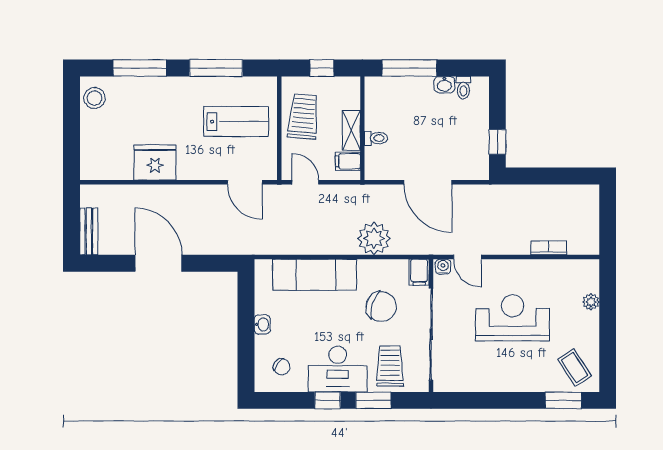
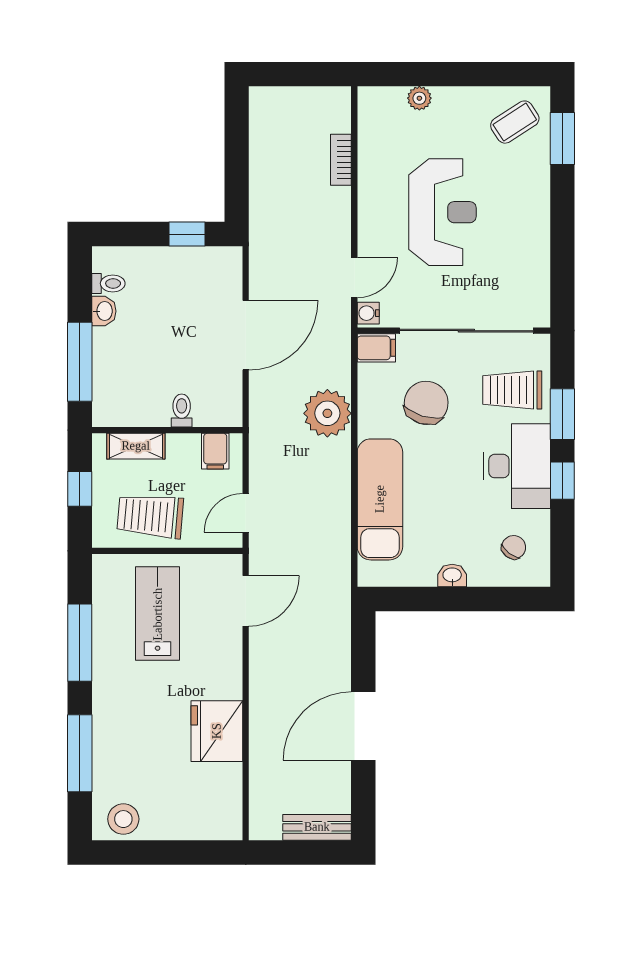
shelving: (351, 130) -> (136, 446), moved
reception desk: (512, 318) -> (442, 212), turned 180

